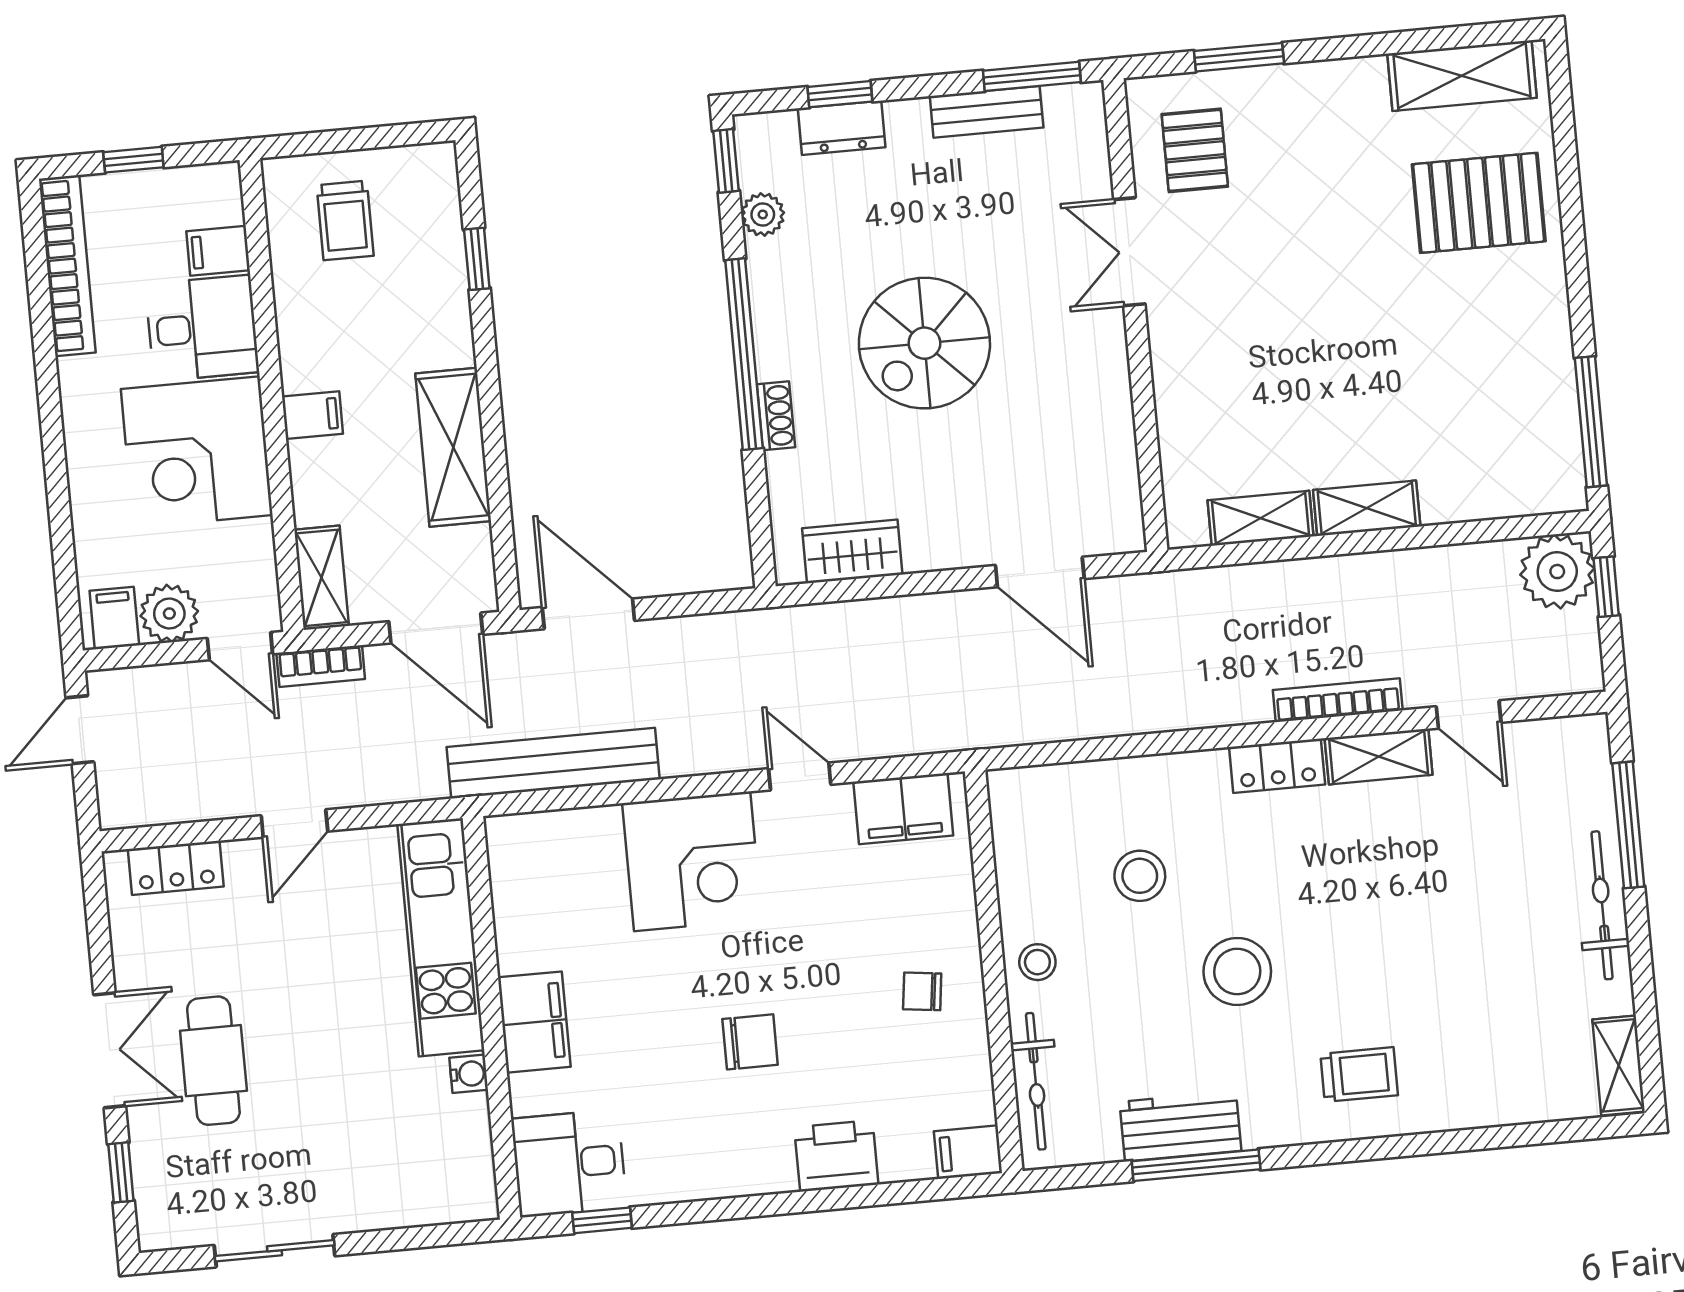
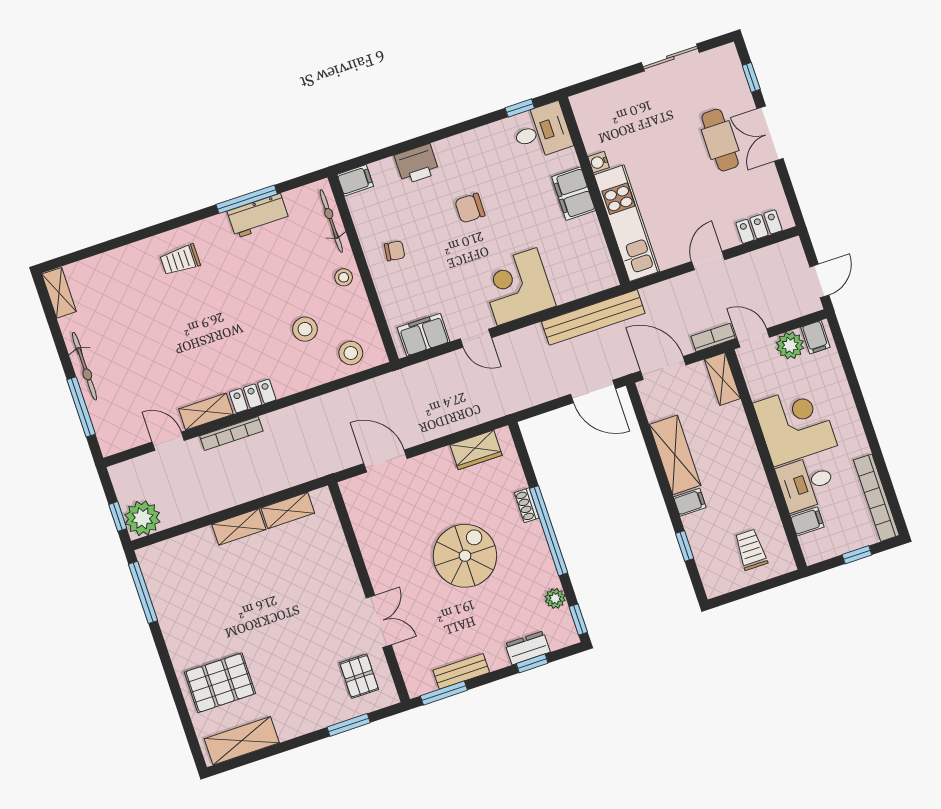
filing cabinet: (312, 415) -> (690, 502), moved, turned 180
stool: (1237, 971) -> (351, 353), moved, width x0.73, depth x0.73

